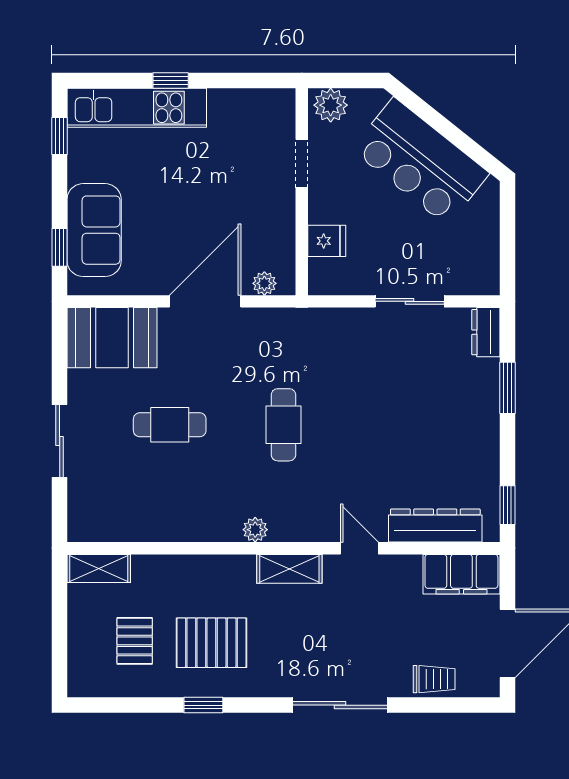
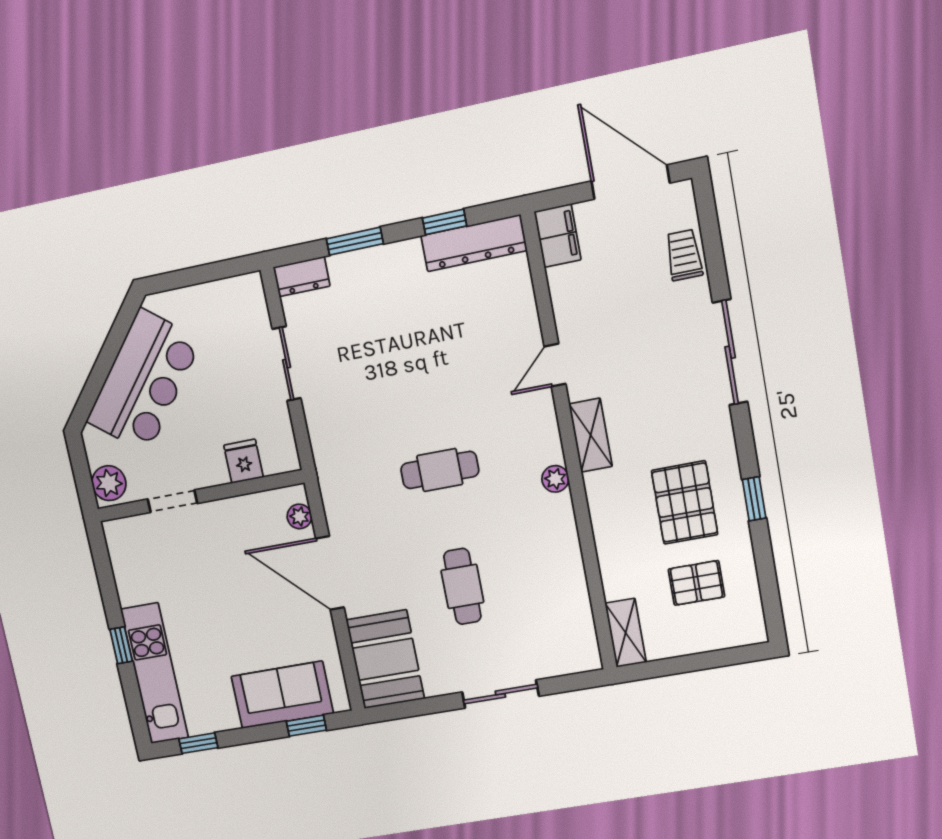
window: (507, 505) -> (445, 222), moved
dresser: (435, 525) -> (474, 243), moved, turned -90
filing cabinet: (461, 574) -> (558, 236), width x0.67, depth x0.86

